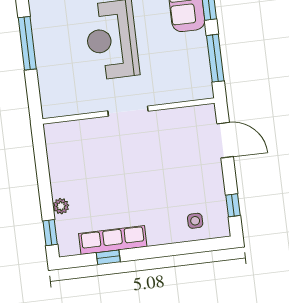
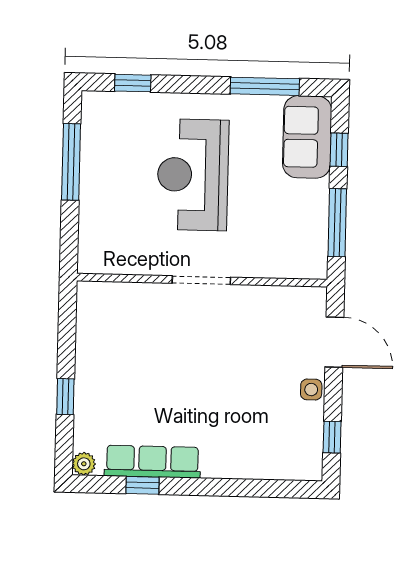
plant: (61, 206) -> (84, 464), moved
side table: (195, 221) -> (311, 390), moved
window: (50, 233) -> (65, 397), moved

